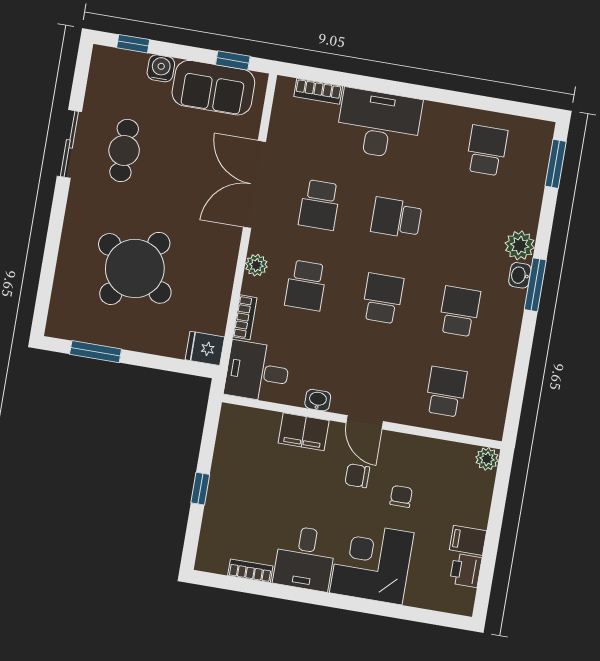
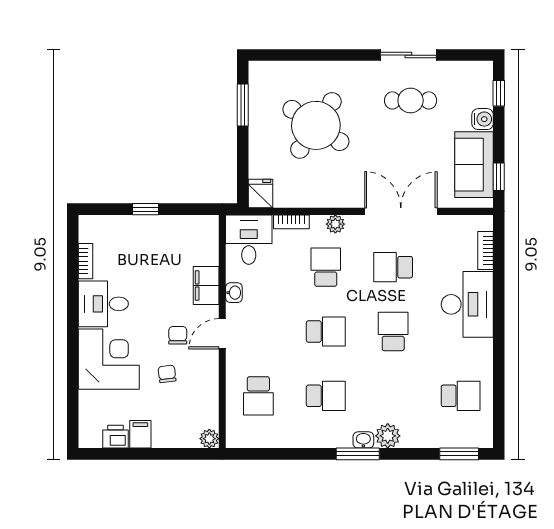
school desk: (306, 285) -> (326, 267), turned 90
school desk: (446, 392) -> (258, 396), turned 90
chair: (401, 496) -> (167, 374), turned -97

